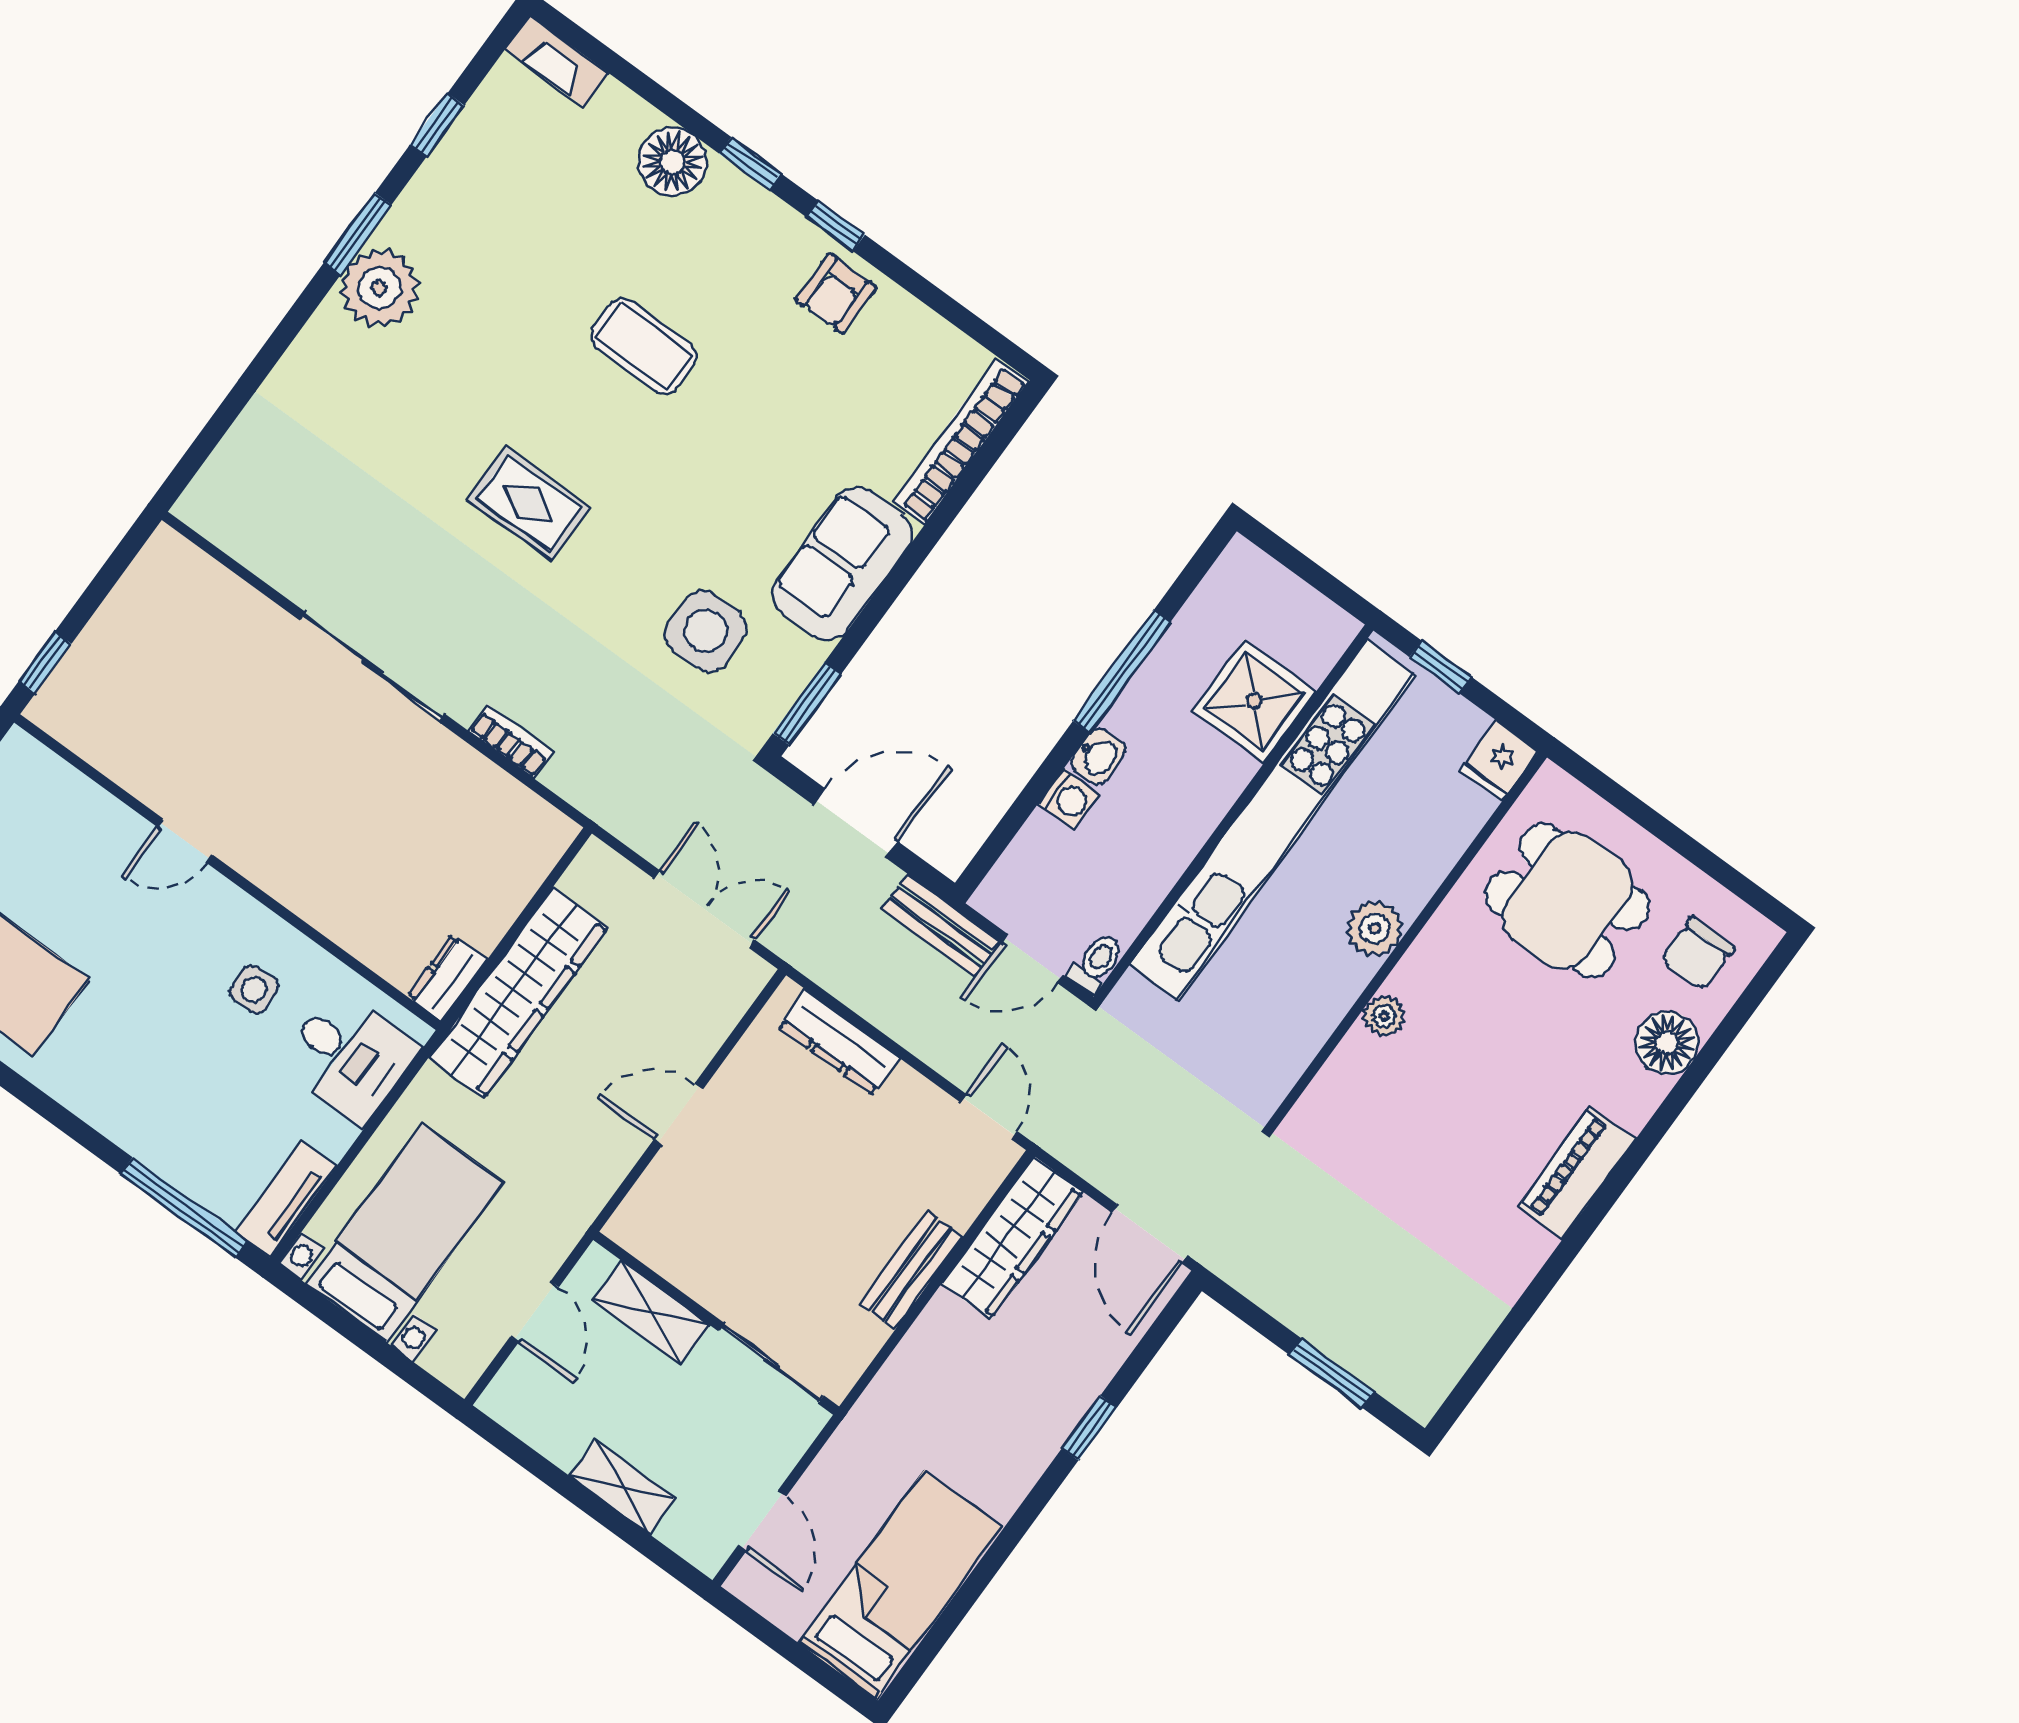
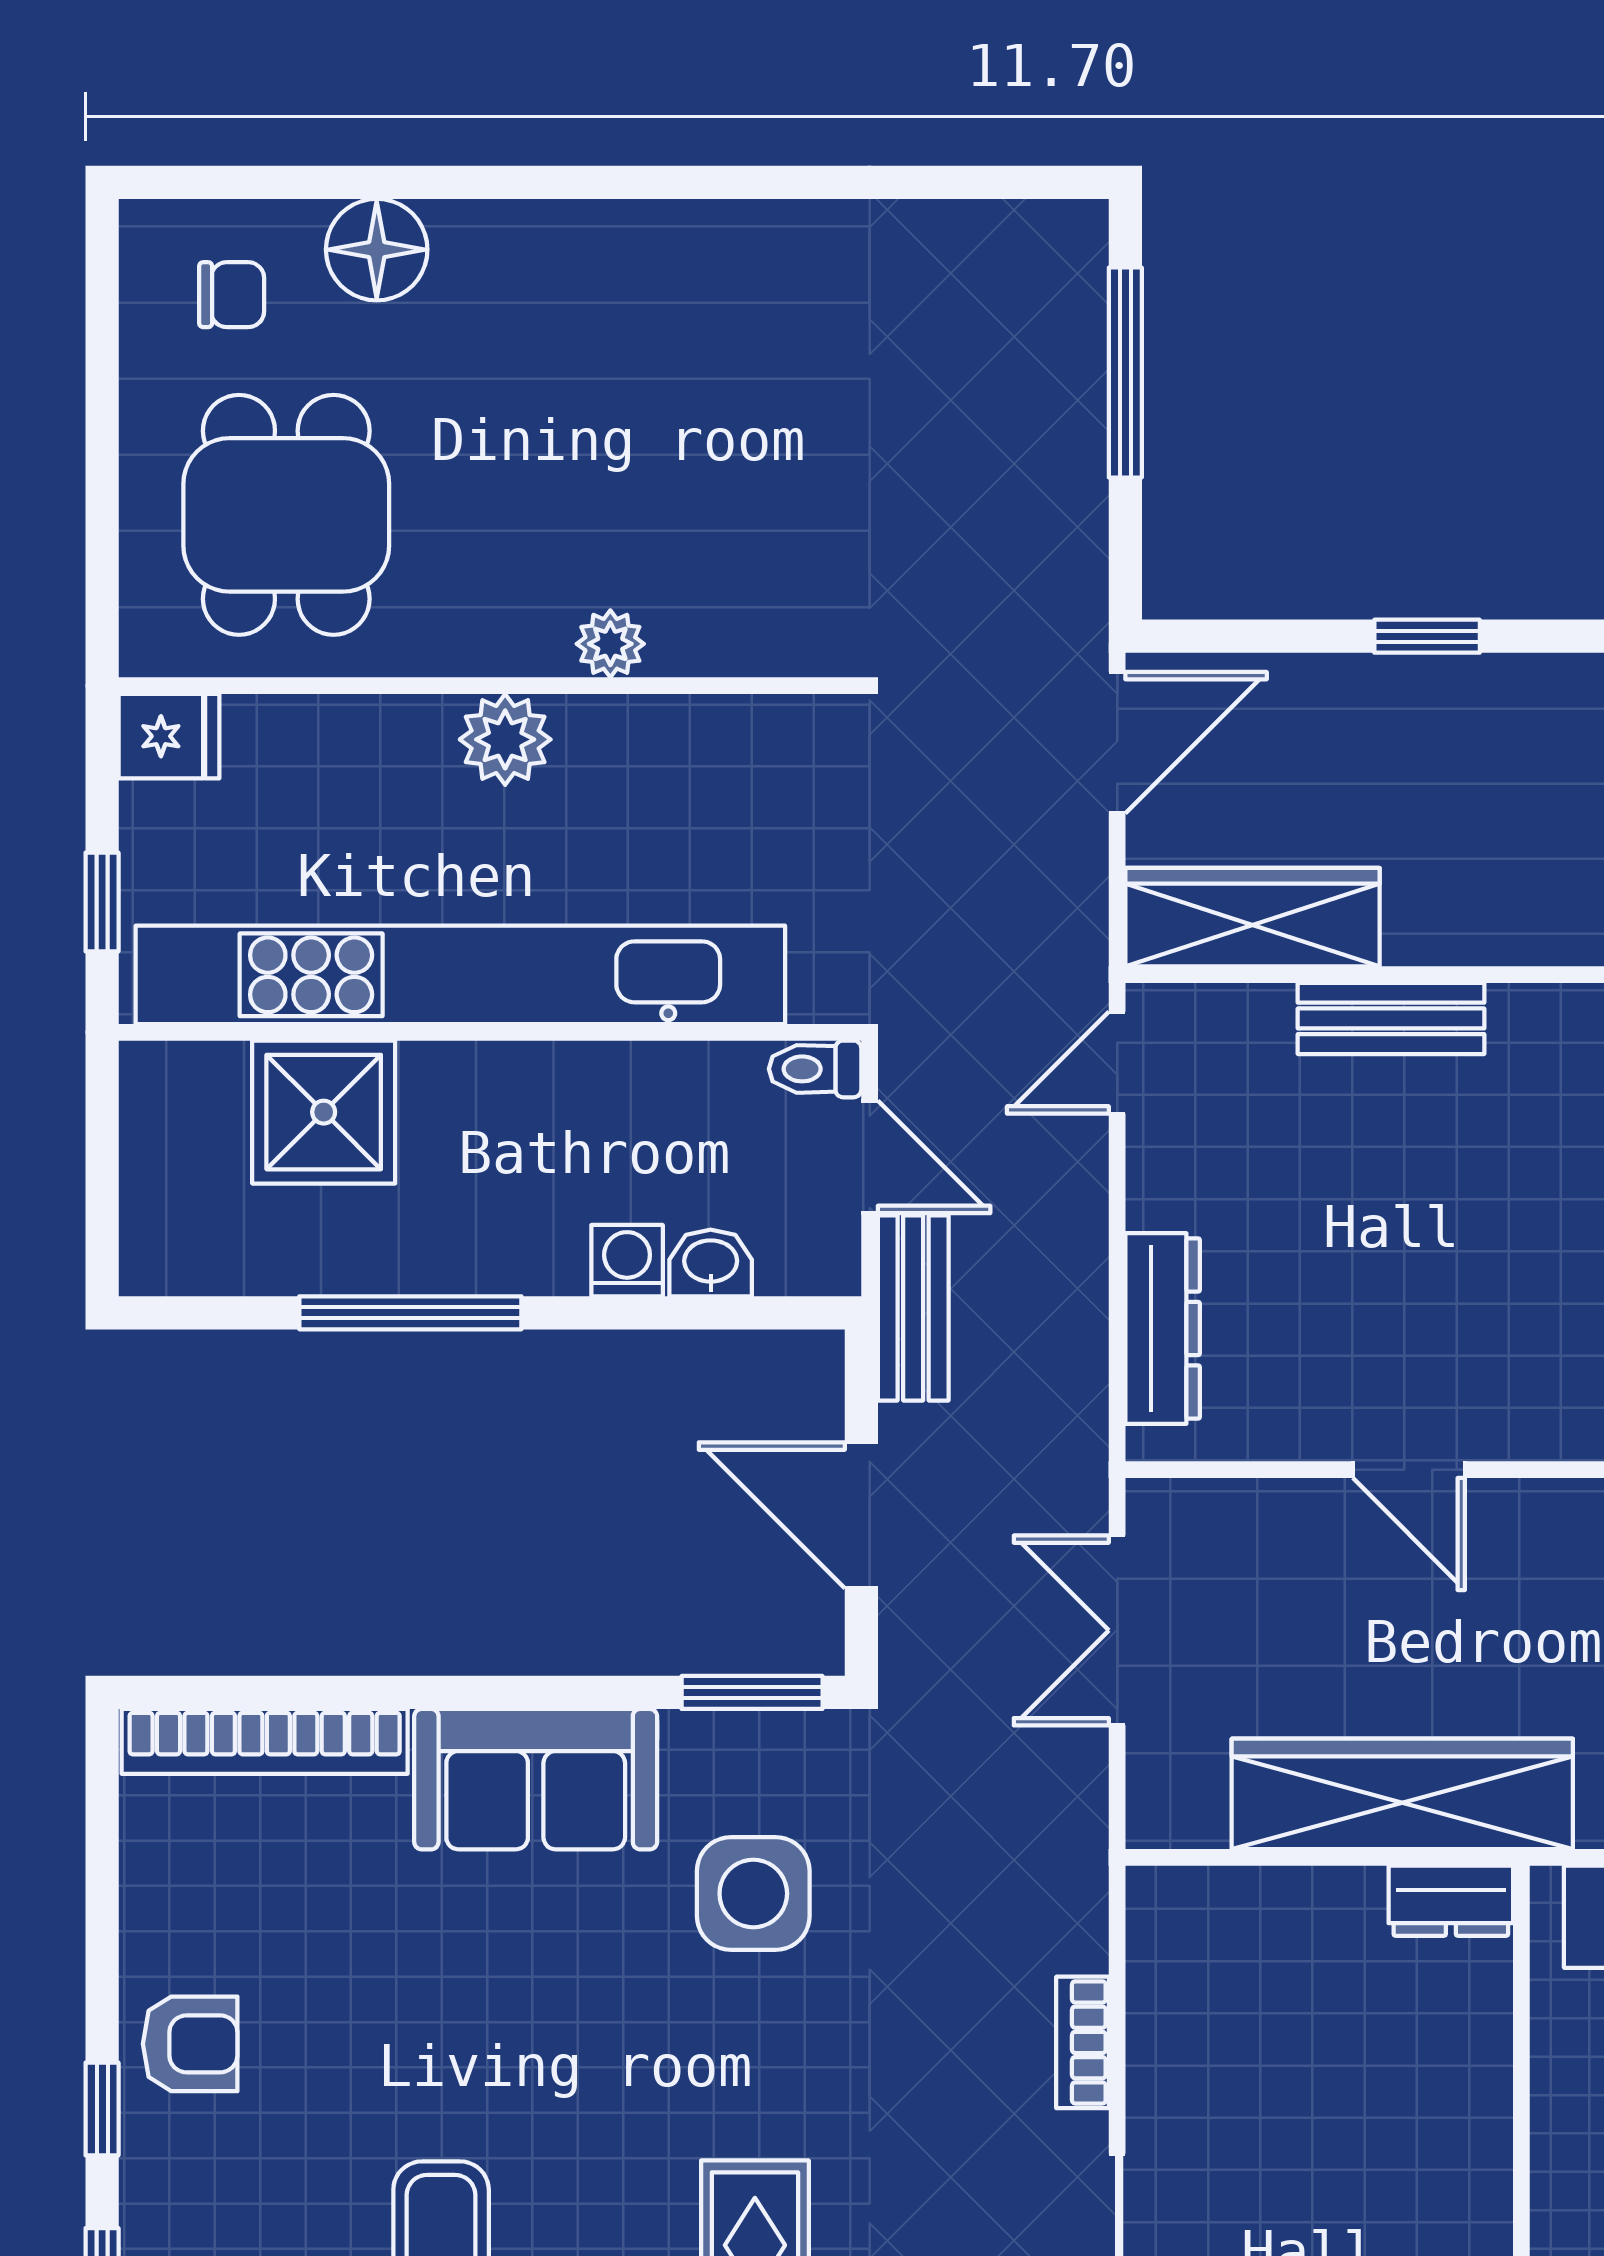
washbasin: (1098, 756) -> (711, 1263), moved
chair: (1697, 954) -> (232, 295), width x0.73, depth x0.73
piano: (1577, 1173) -> (632, 244), removed
window: (1332, 1373) -> (1125, 373), width x1.44

